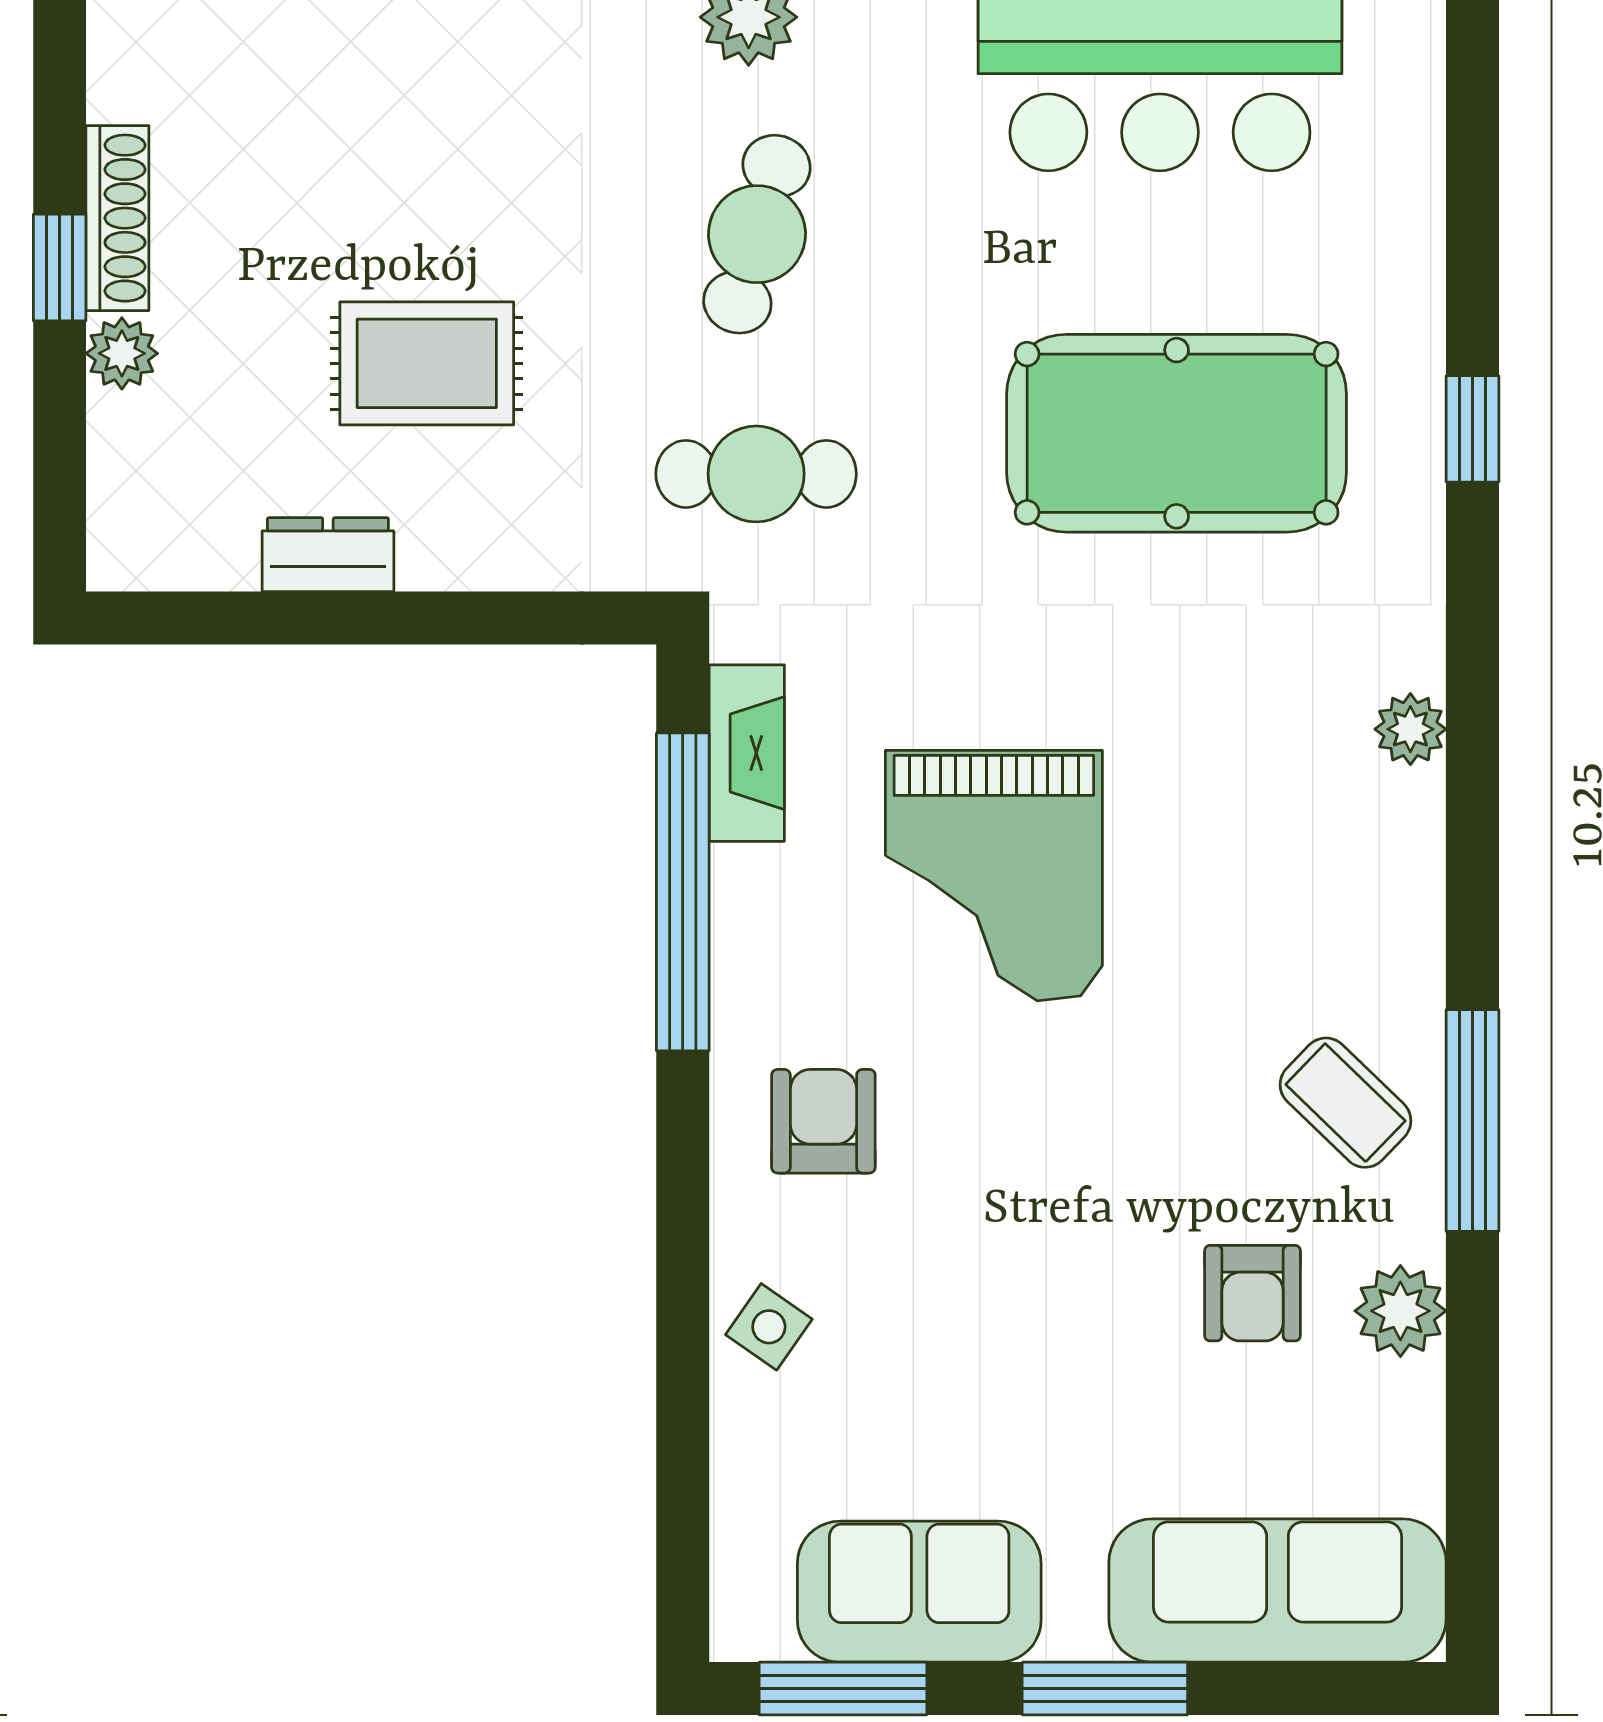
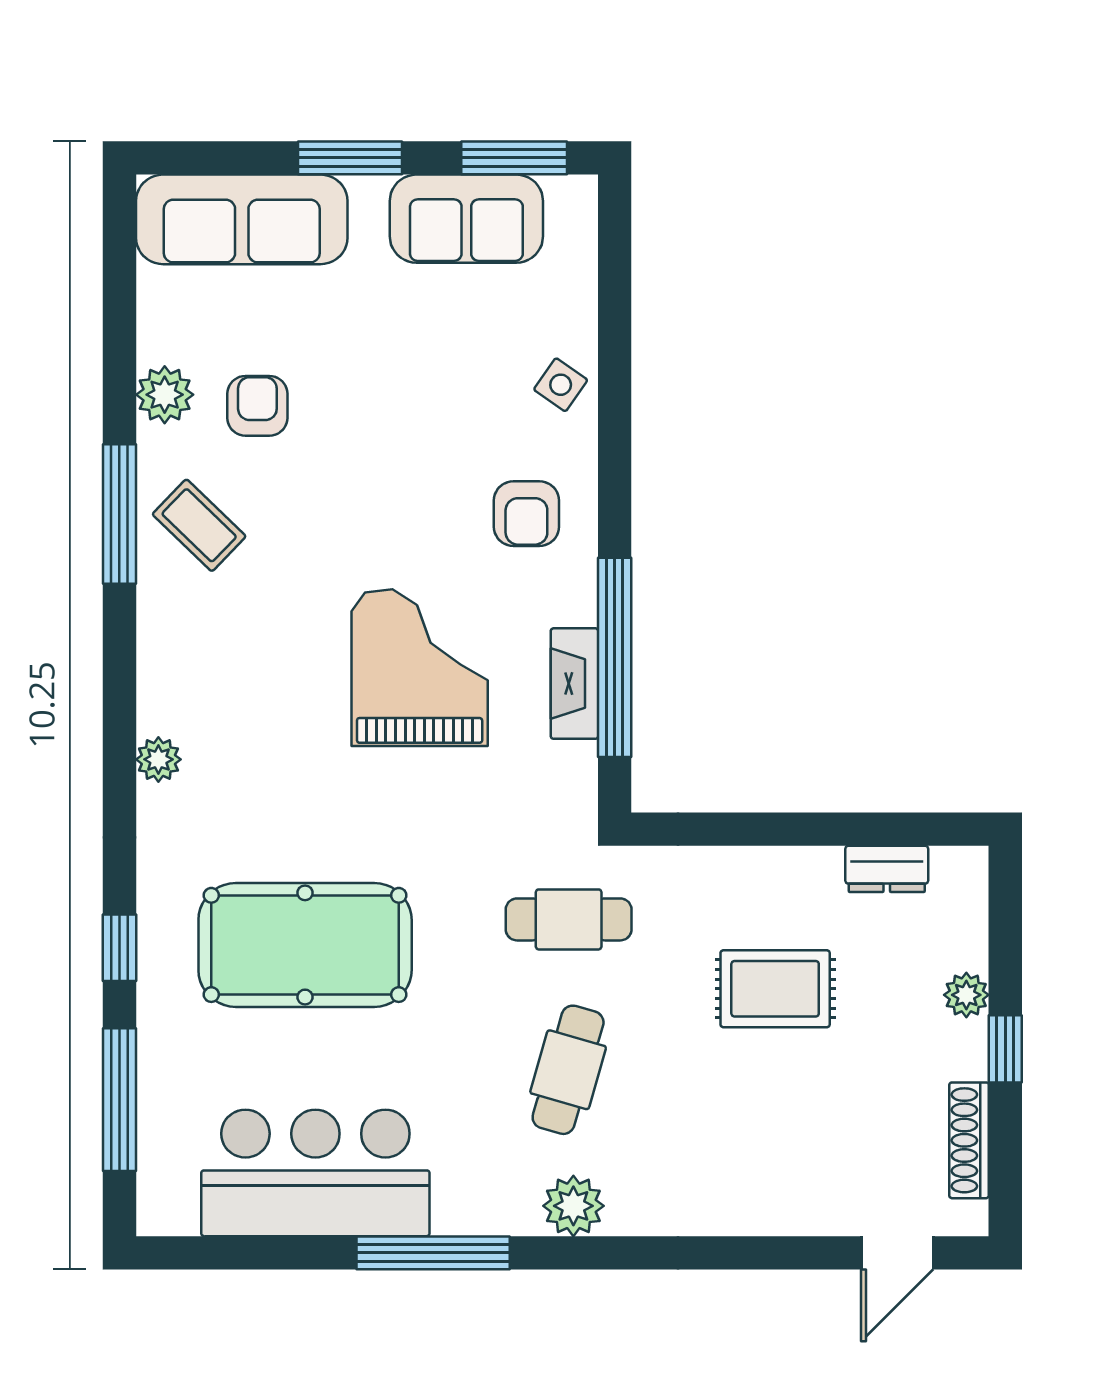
window: (1472, 186) -> (119, 1100), added
shoe rack: (117, 218) -> (969, 1140), moved
dresser: (328, 555) -> (887, 869), moved
fireplace: (747, 753) -> (574, 684), moved

